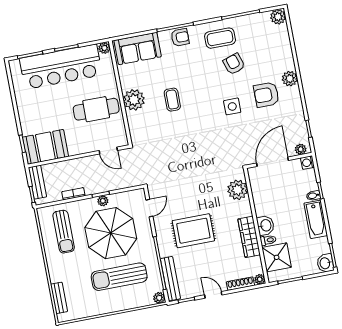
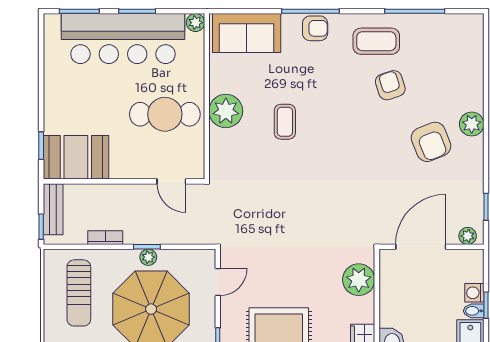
plant: (278, 17) -> (472, 25), removed
armchair: (266, 95) -> (431, 142), turned -112
side table: (232, 106) -> (375, 150), removed
washing machine: (308, 163) -> (474, 293), moved

